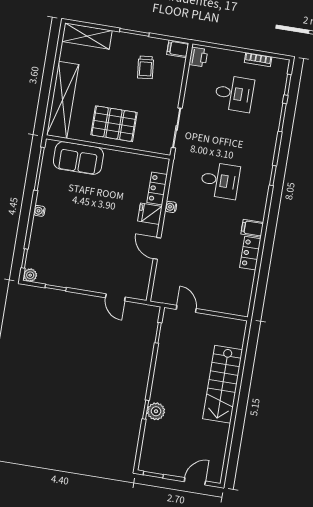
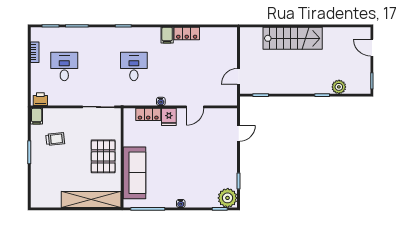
shelving: (87, 36) -> (38, 189), removed
sofa: (78, 158) -> (135, 173), width x1.36
plant: (30, 275) -> (228, 198), width x1.87, depth x1.87
plant: (156, 411) -> (339, 87), moved

